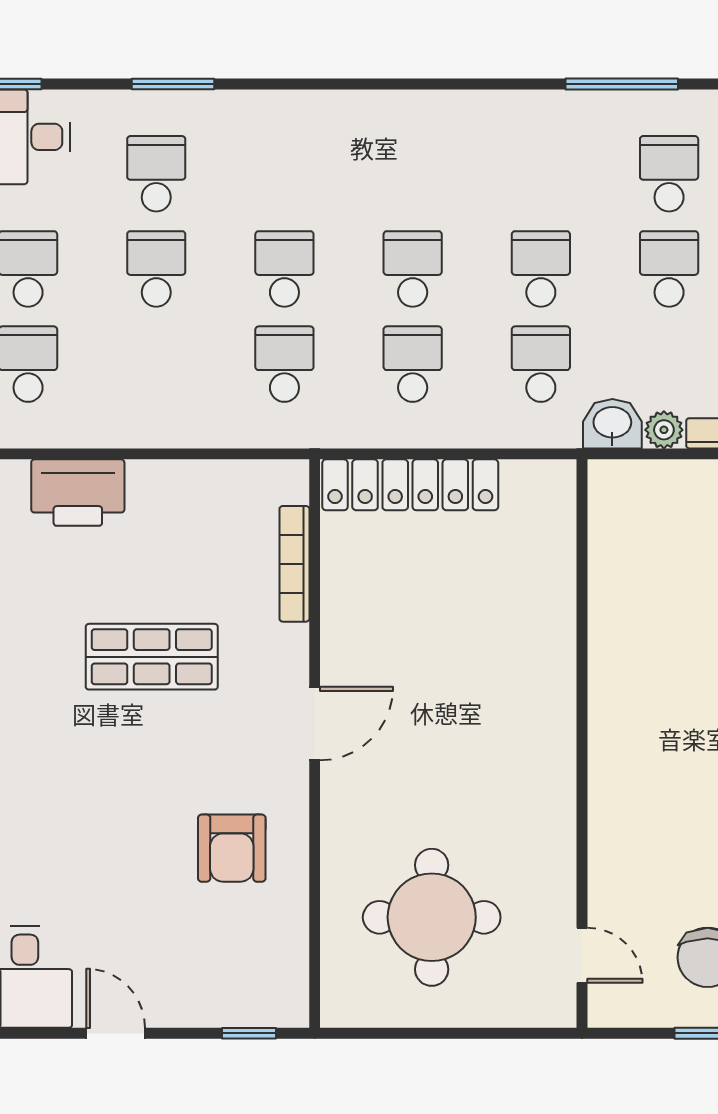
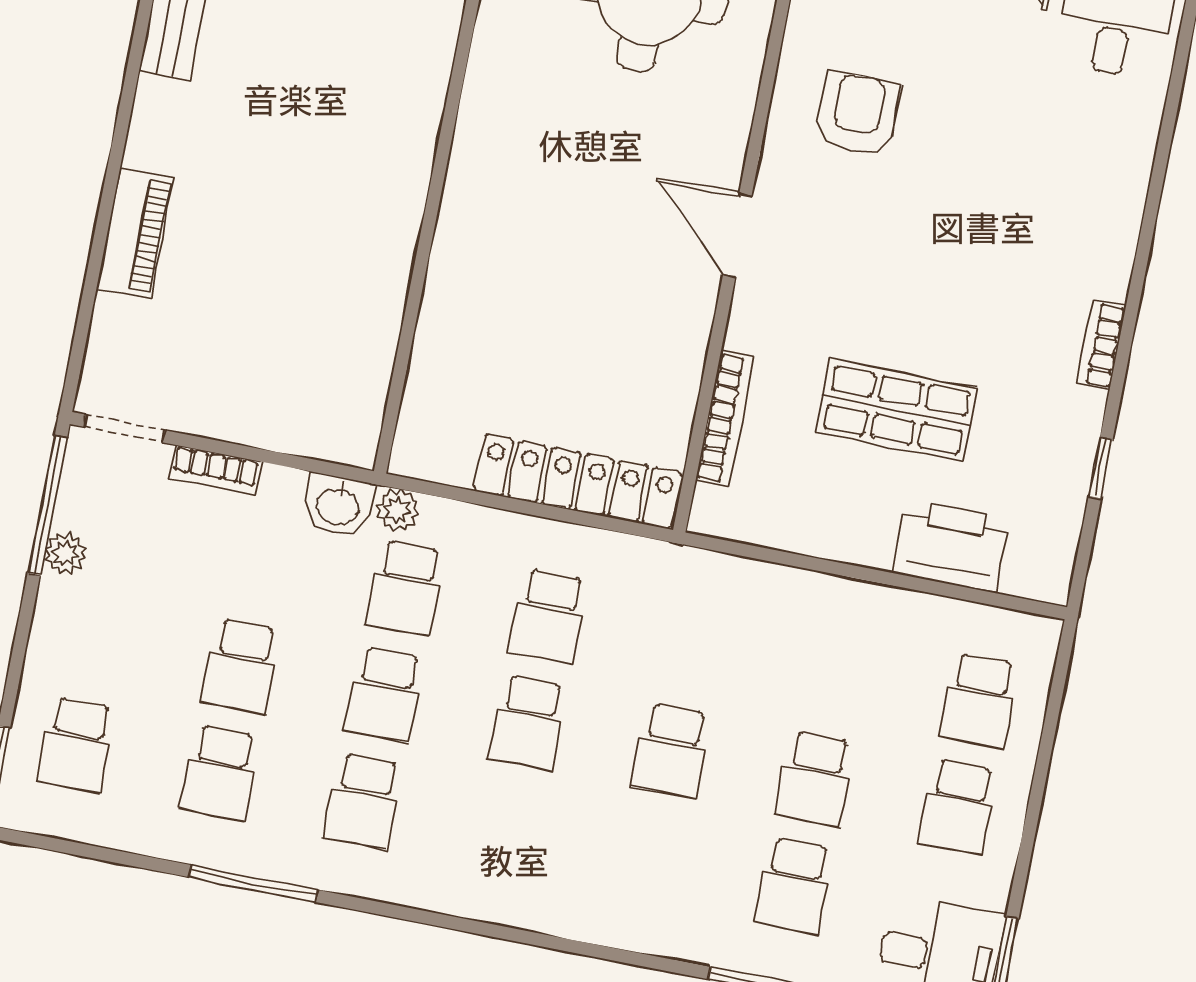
school desk: (284, 364) -> (363, 801), moved
plant: (664, 430) -> (397, 510), moved
shop shelf: (152, 657) -> (897, 410), moved
door: (315, 724) -> (737, 235), hinge flipped

